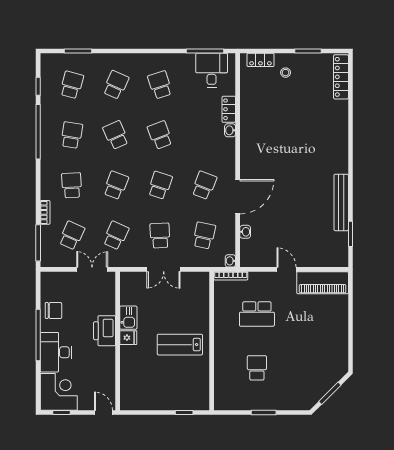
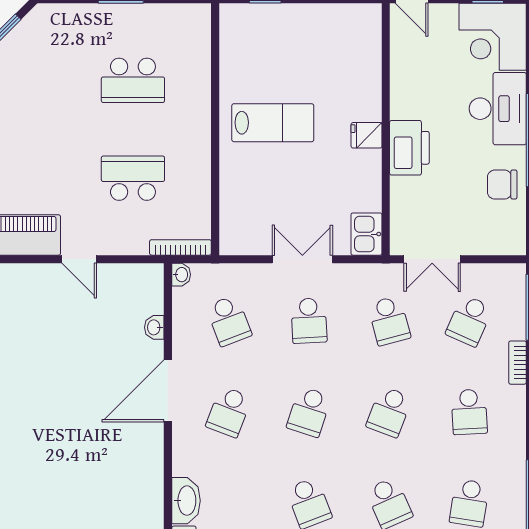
washbasin: (230, 130) -> (186, 501), width x1.91, depth x1.45
school desk: (116, 235) -> (389, 321), turned -39
school desk: (204, 235) -> (229, 321), turned -33
kitchen sink: (128, 318) -> (366, 234), moved
school desk: (257, 368) -> (133, 80), width x1.85

